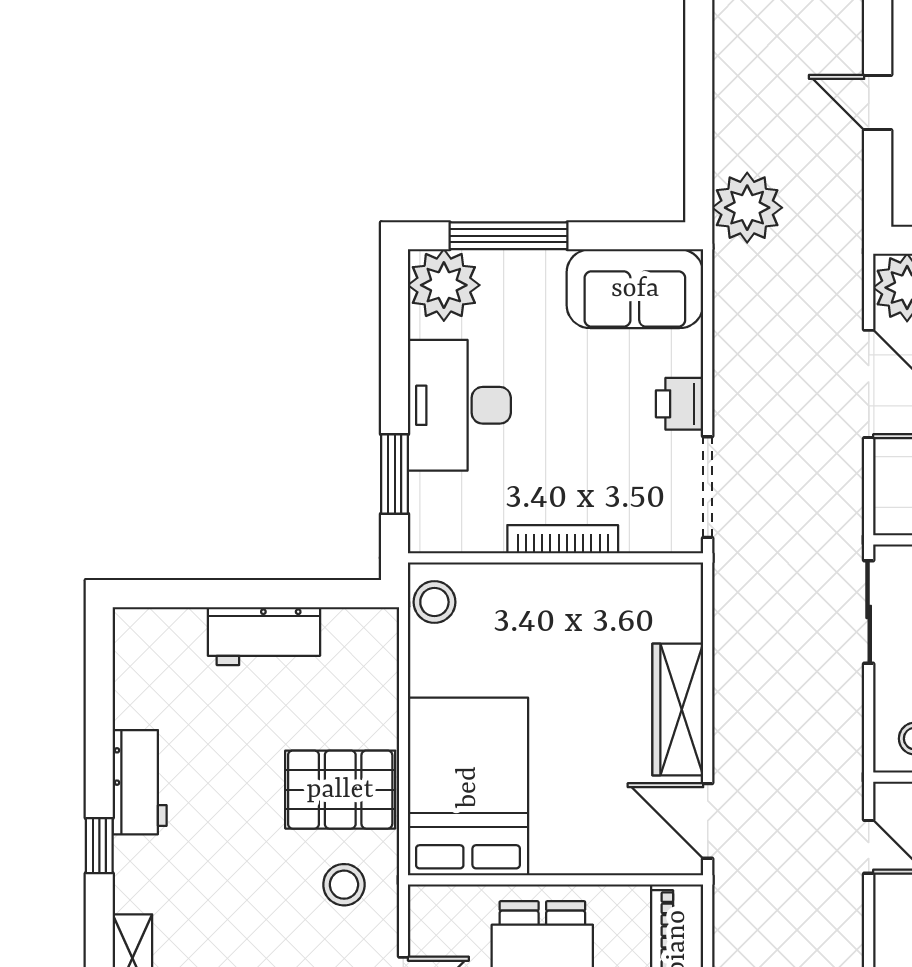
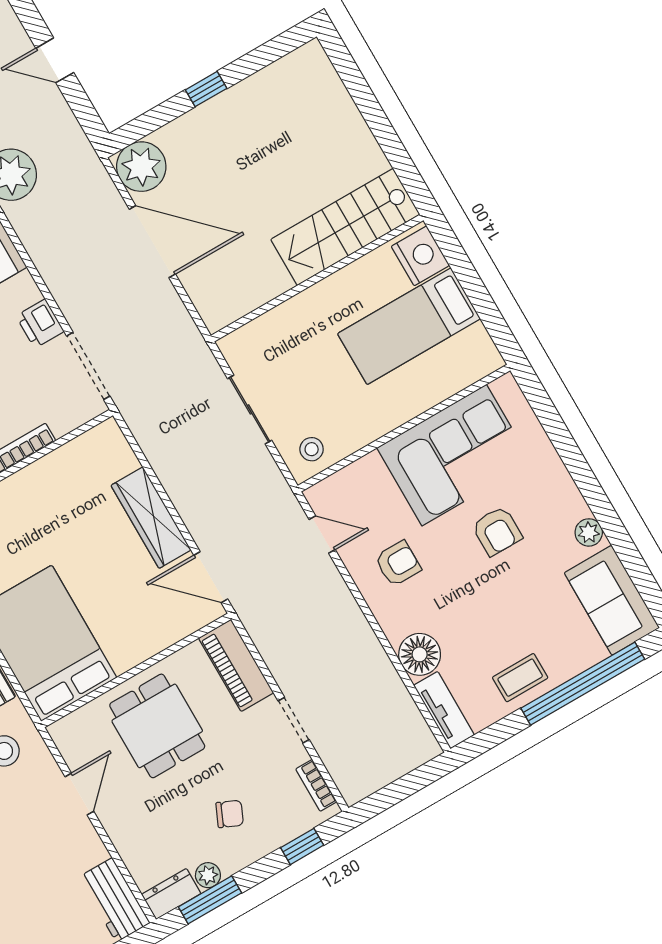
sliding door: (869, 612) -> (250, 409), moved

